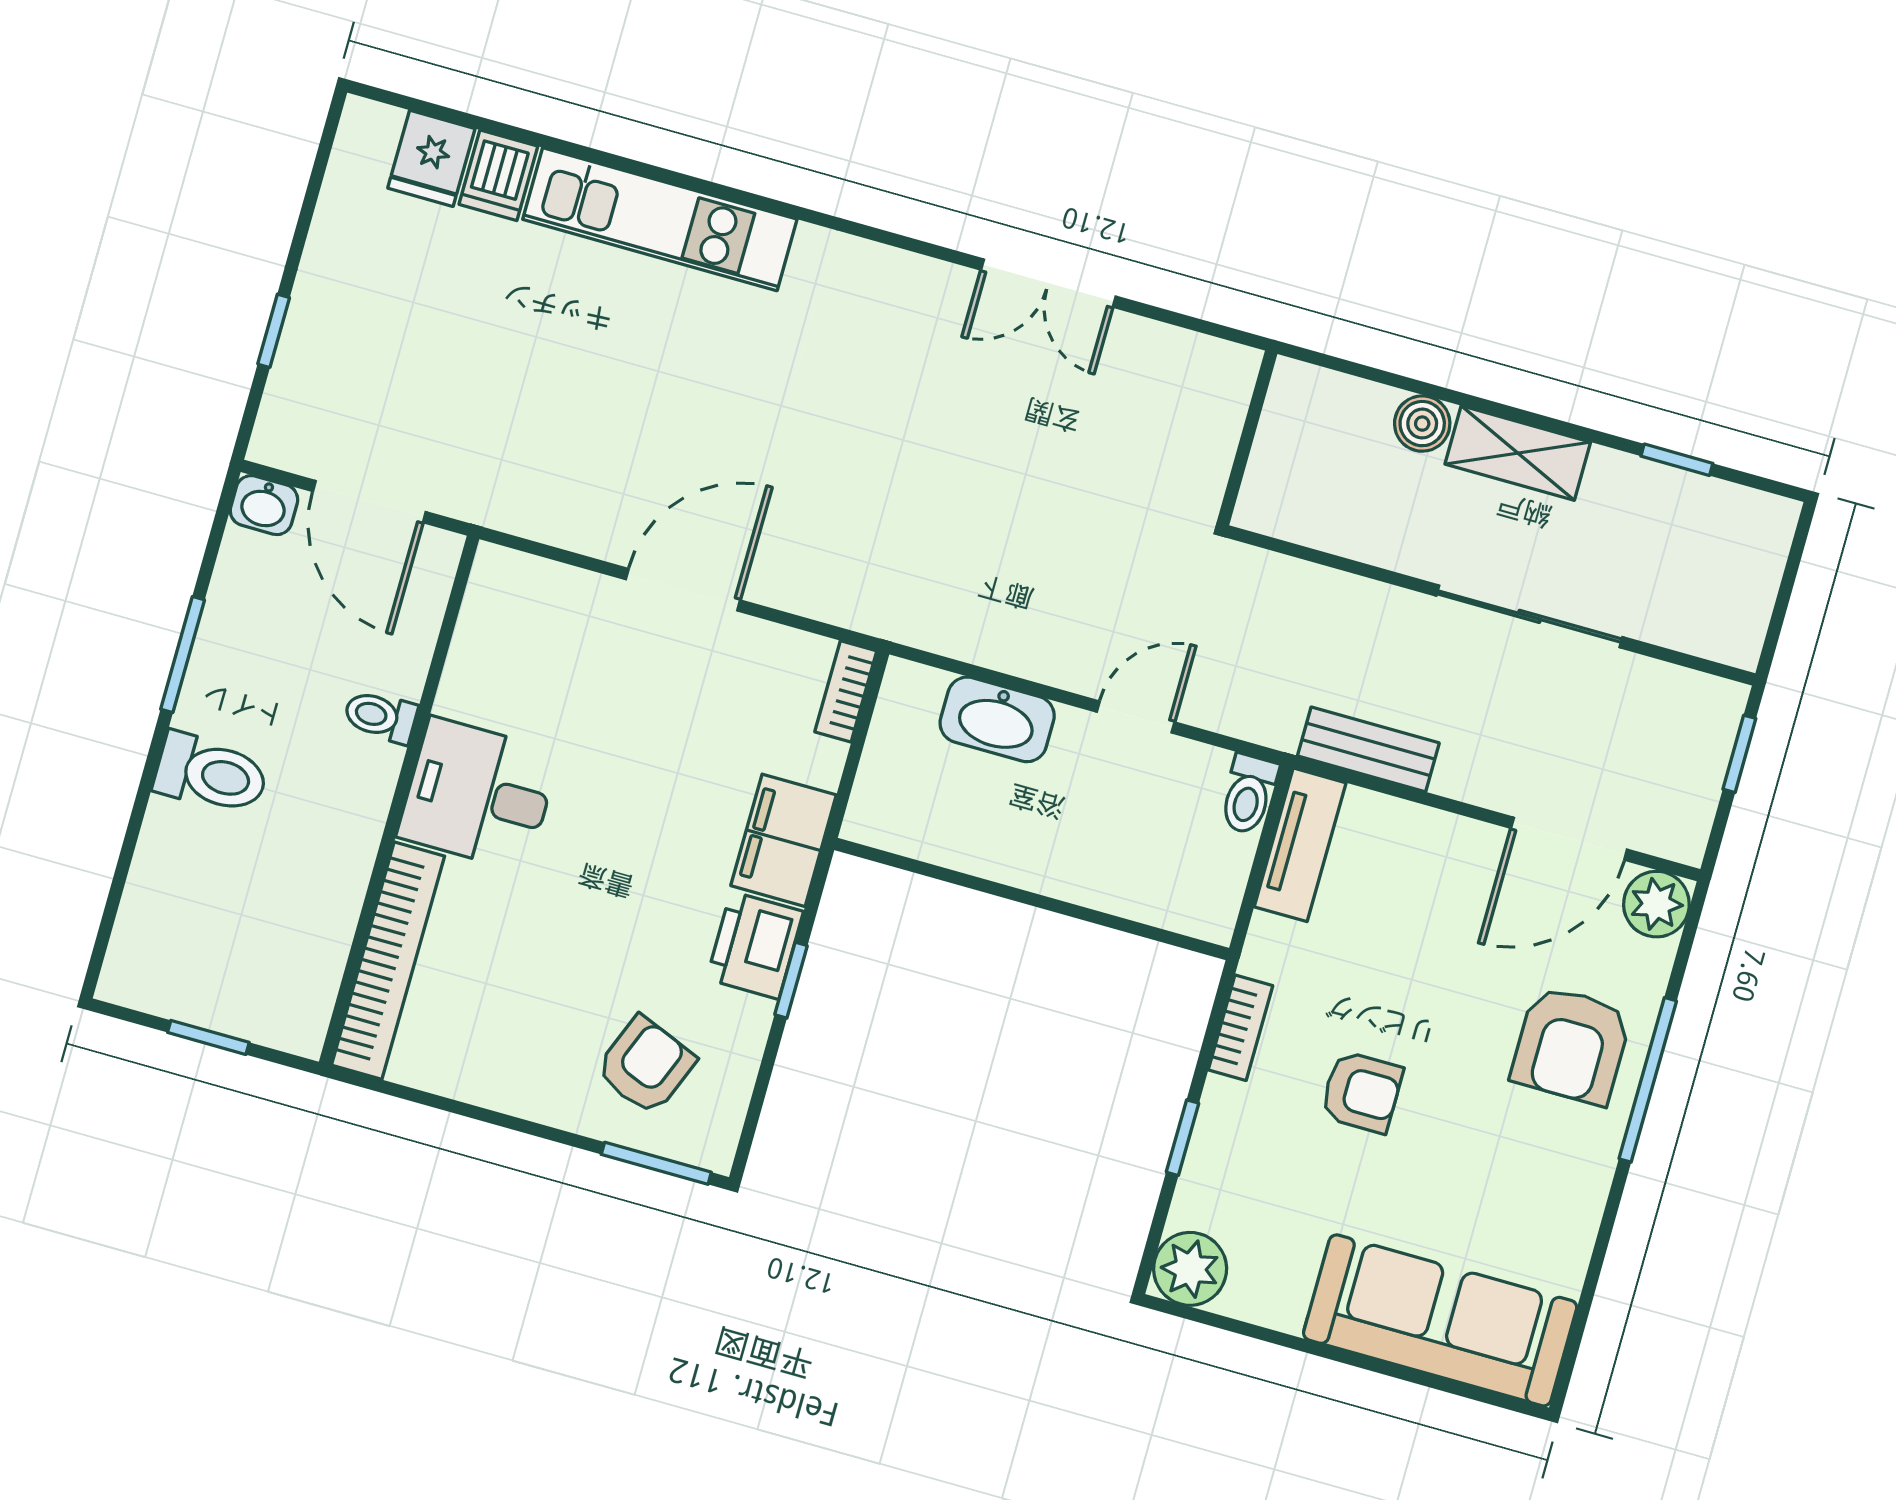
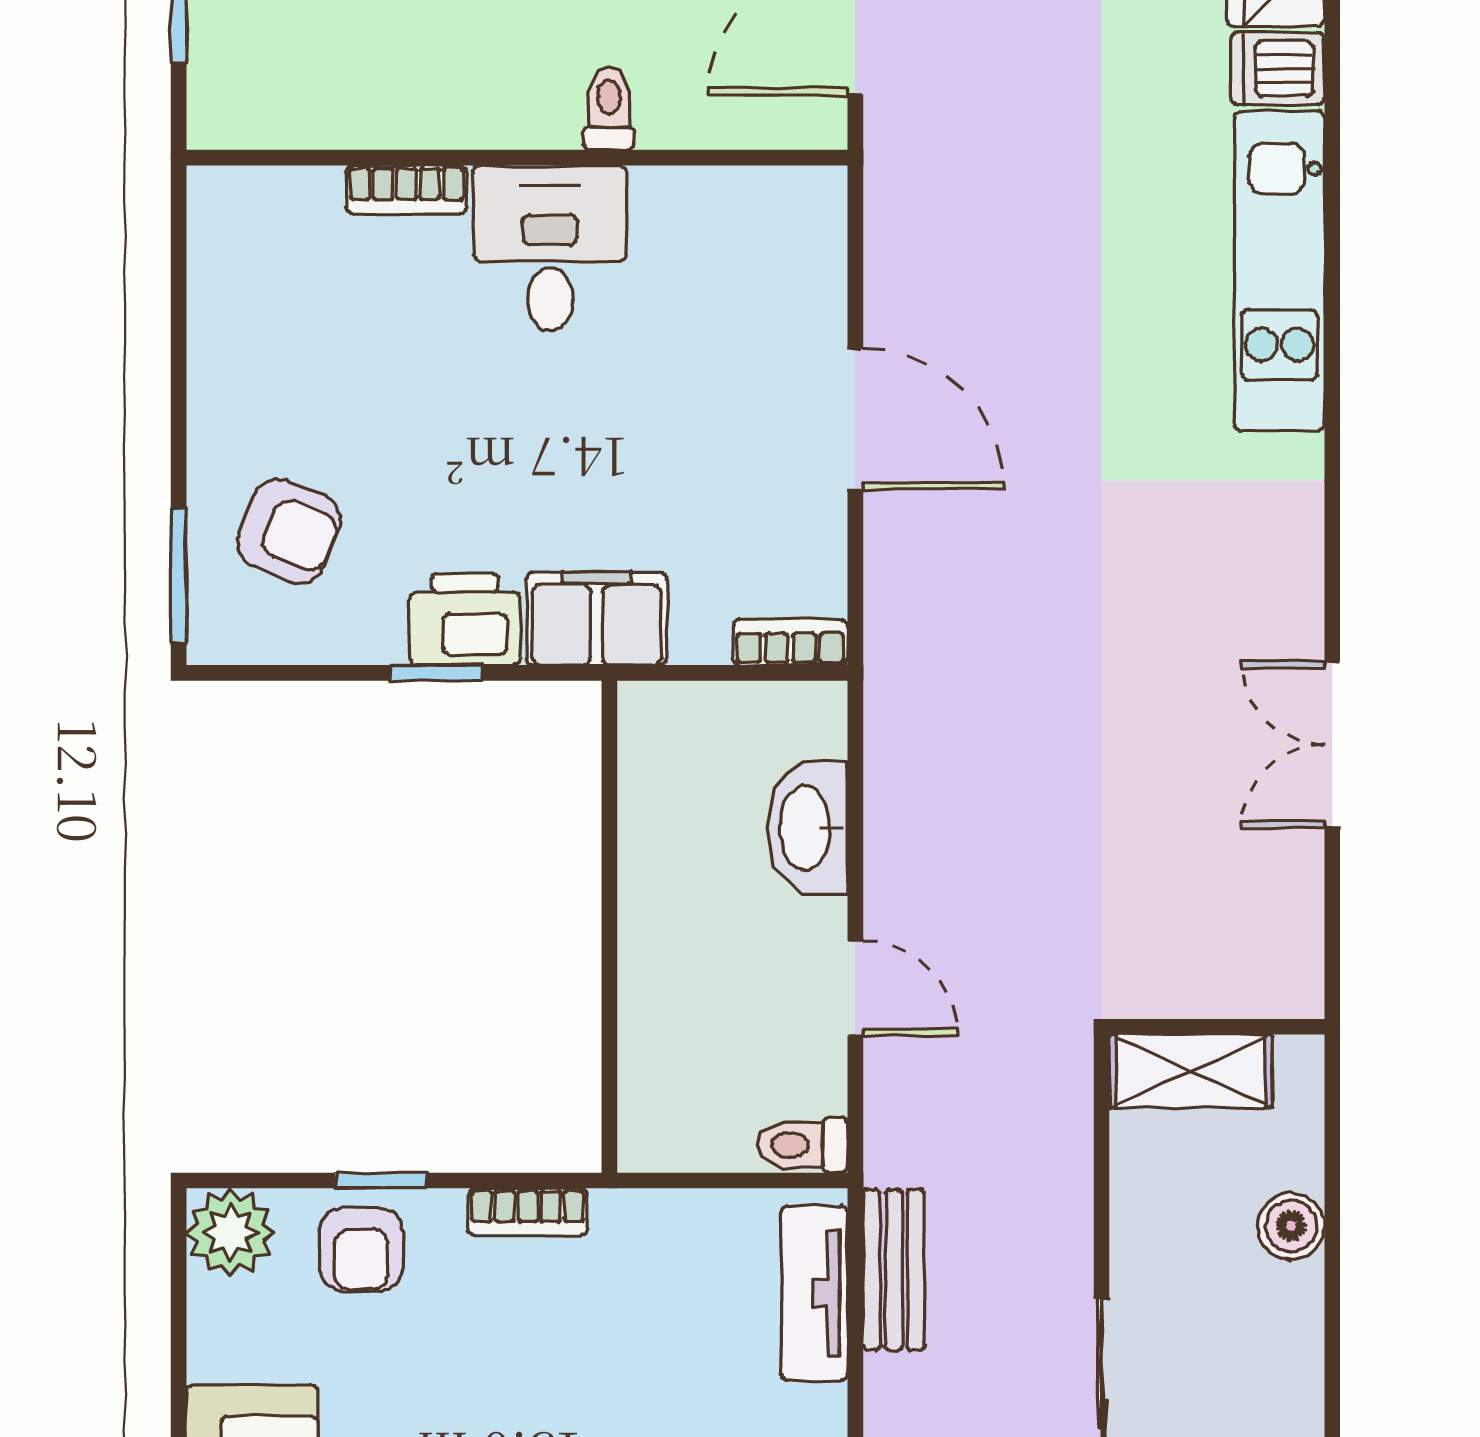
shelving: (1518, 453) -> (1191, 1071), moved, turned 90
tv unit: (1300, 845) -> (814, 1293), moved, turned 90
bookcase: (388, 961) -> (407, 190), width x0.43, depth x0.76
armchair: (1362, 1092) -> (361, 1249), moved

